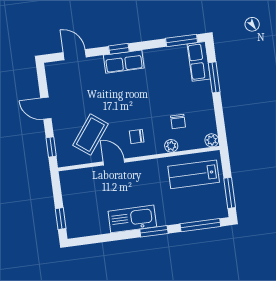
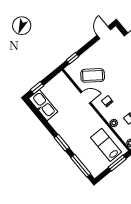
door: (46, 108) -> (104, 32), moved
door: (114, 162) -> (86, 97), hinge flipped
window: (230, 193) -> (117, 163), moved
kitchen sink: (132, 219) -> (43, 105), moved

